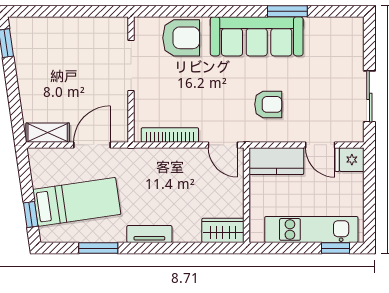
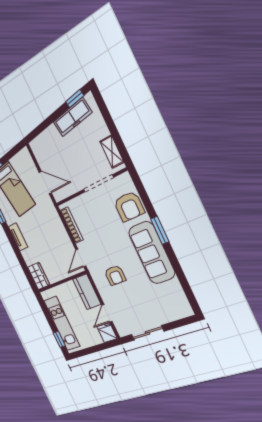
window: (287, 11) -> (160, 230), moved
freezer: (27, 59) -> (72, 117), added
shelving: (48, 133) -> (112, 152), moved

